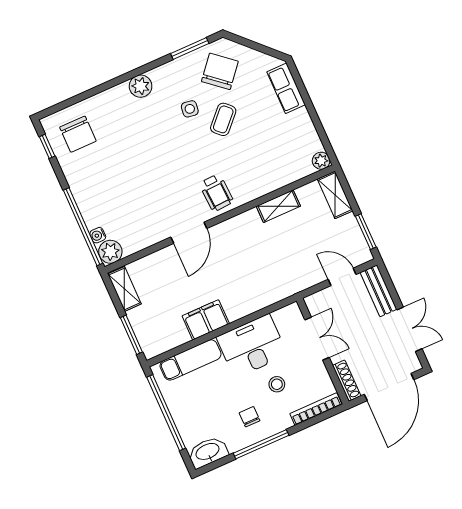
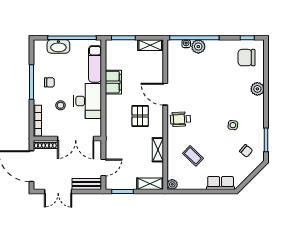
chair: (220, 71) -> (246, 151), width x0.54, depth x0.54
plant: (141, 86) -> (257, 89), moved
coffee table: (223, 119) -> (193, 156), moved
plant: (110, 252) -> (198, 47), moved
pallet: (239, 256) -> (140, 116), added
double door: (317, 339) -> (76, 139), width x1.37
washbasin: (208, 452) -> (58, 46), moved, turned 90

